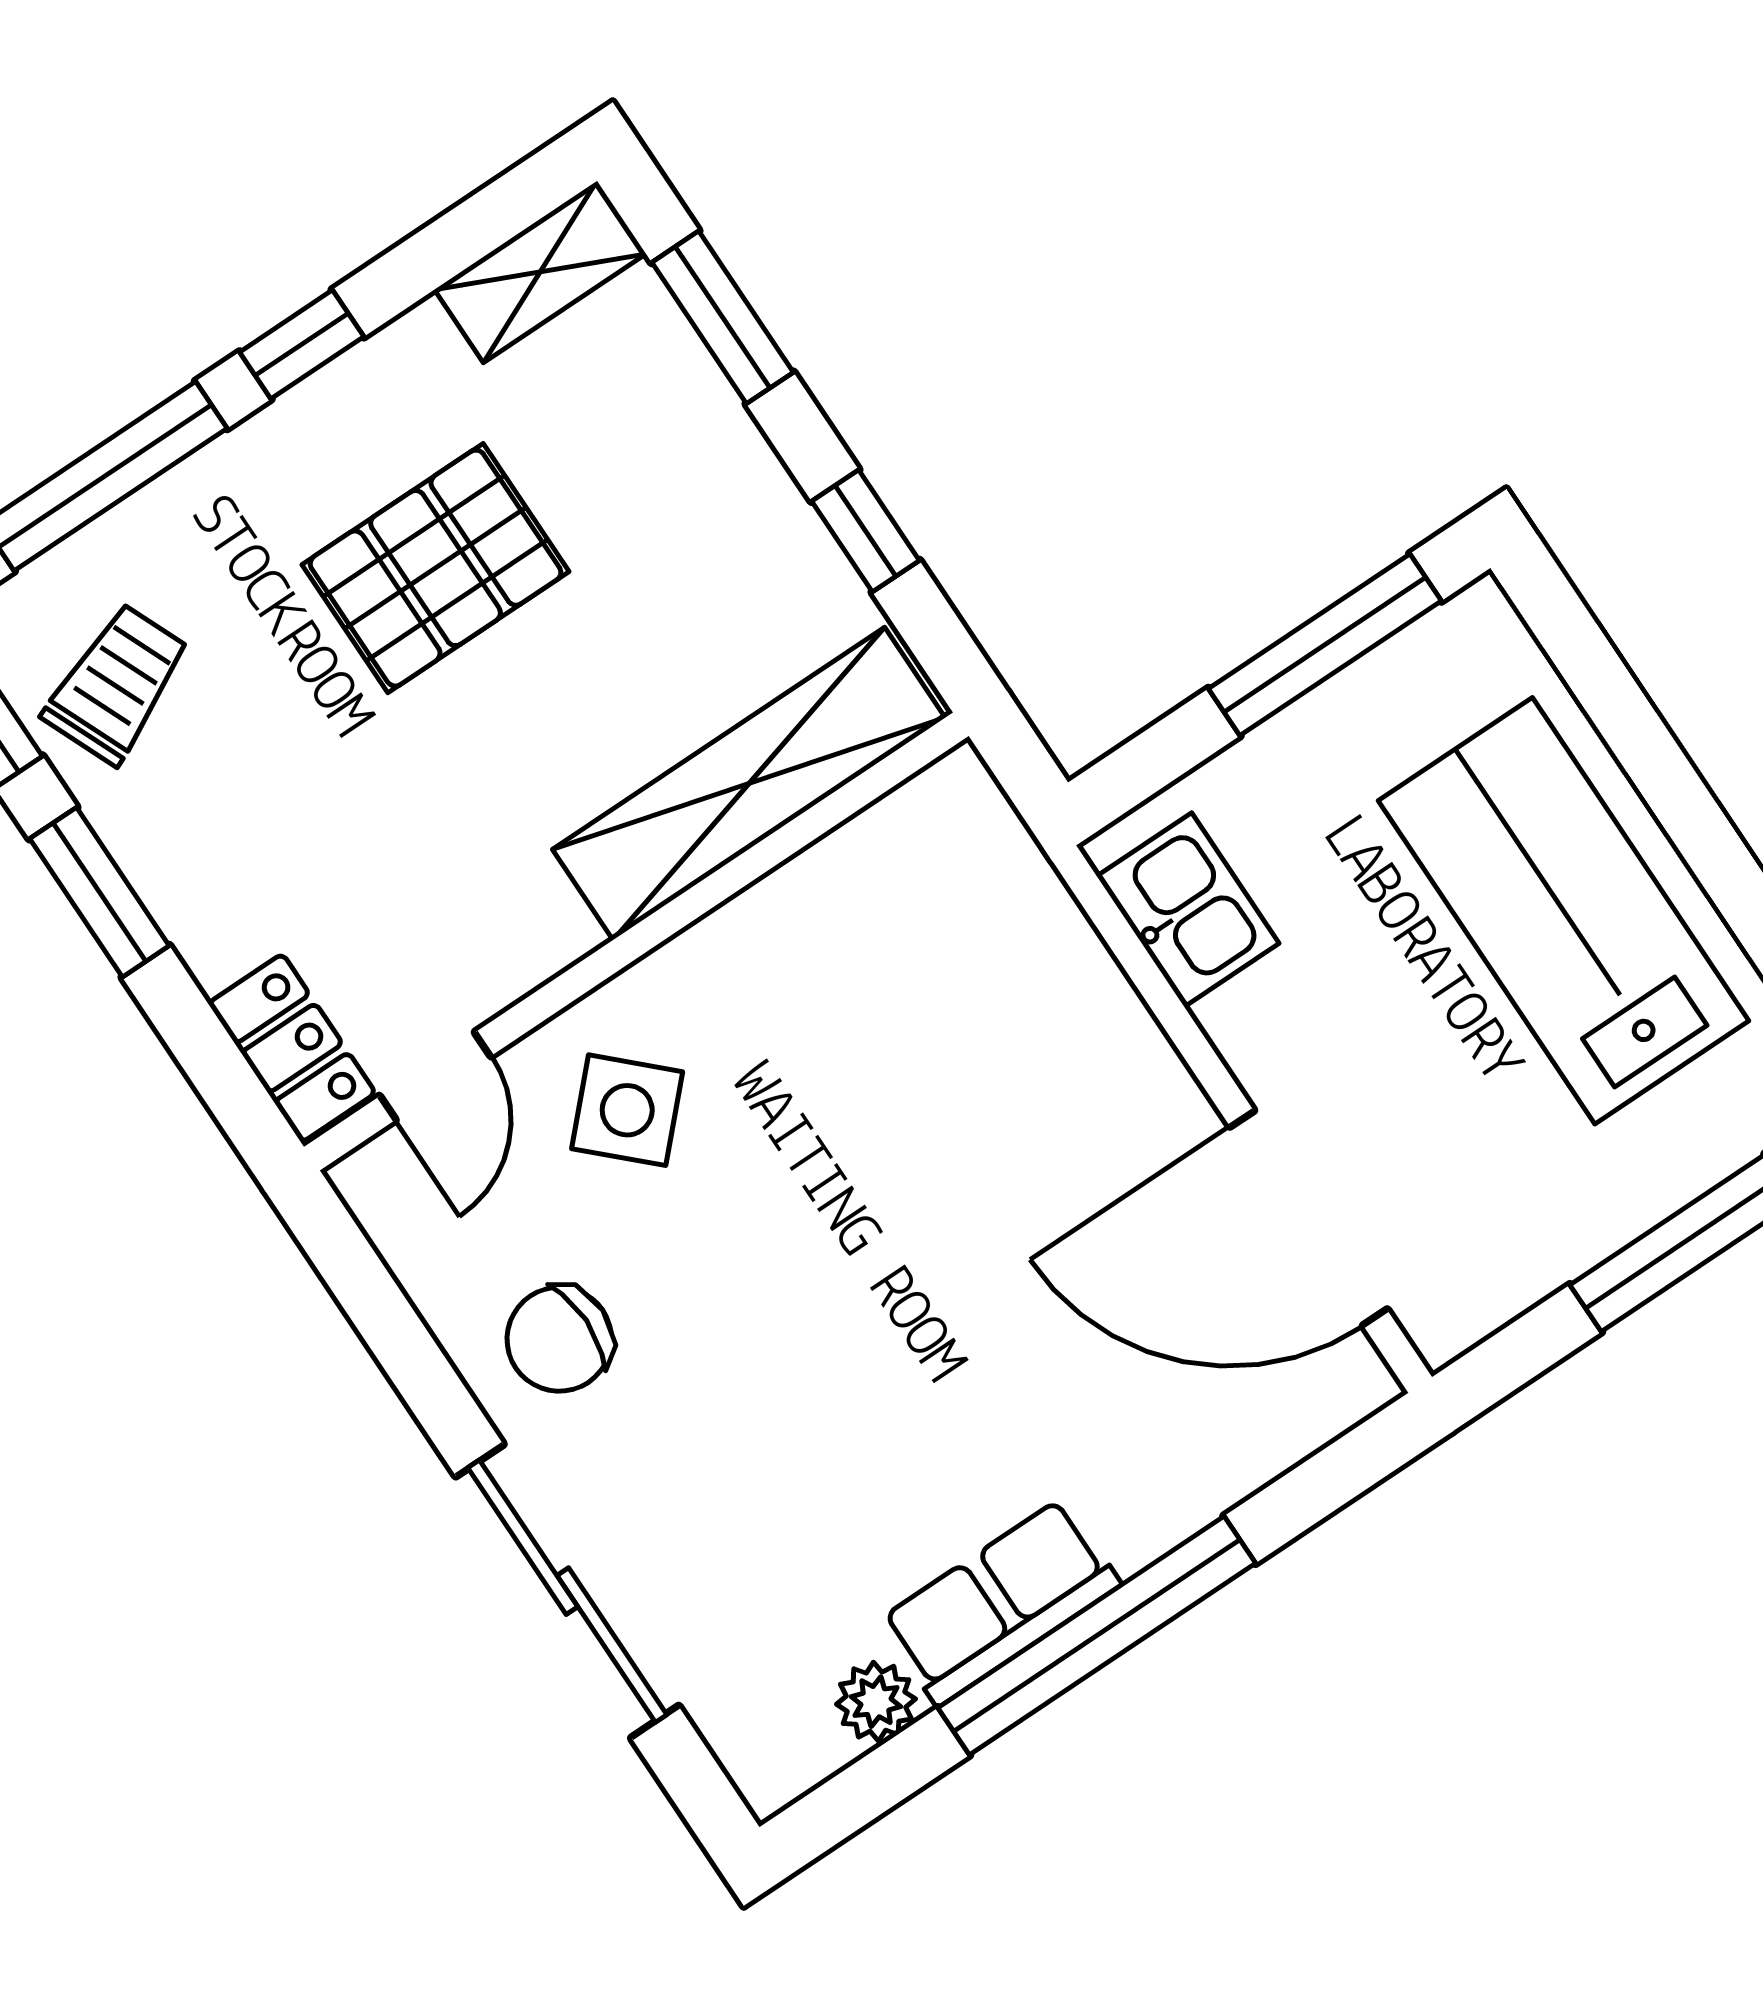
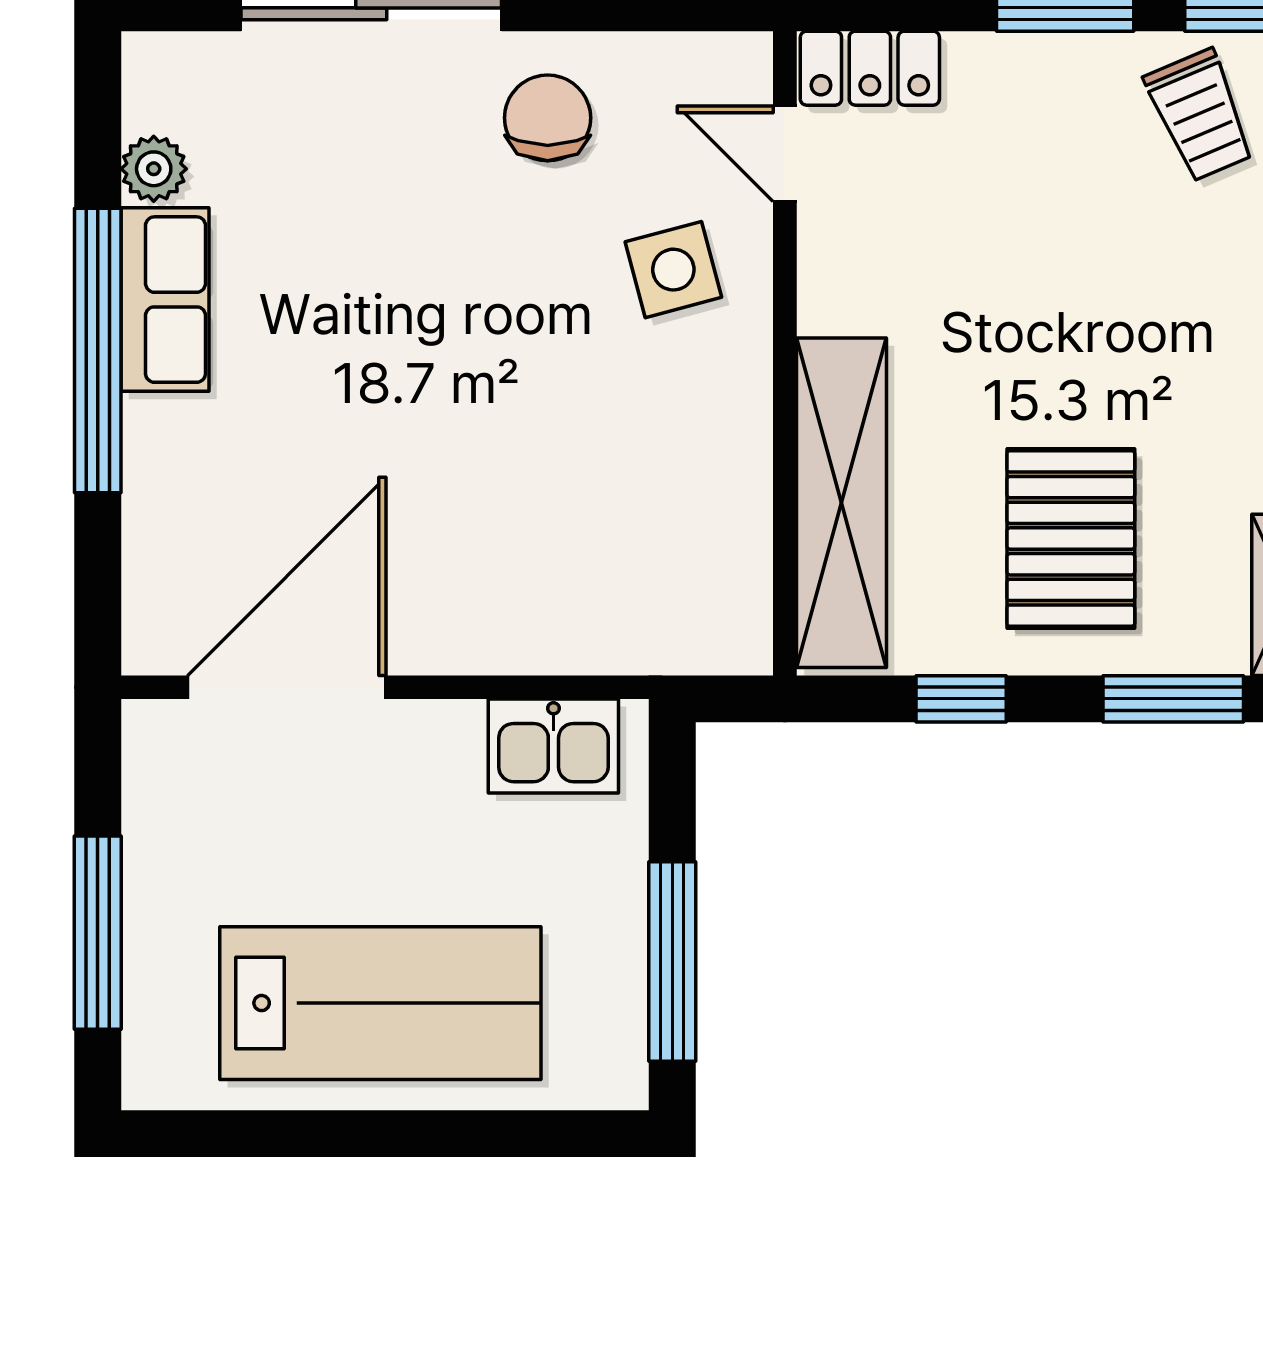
pallet: (436, 568) -> (1071, 539), moved
side table: (627, 1110) -> (673, 270), turned 31

